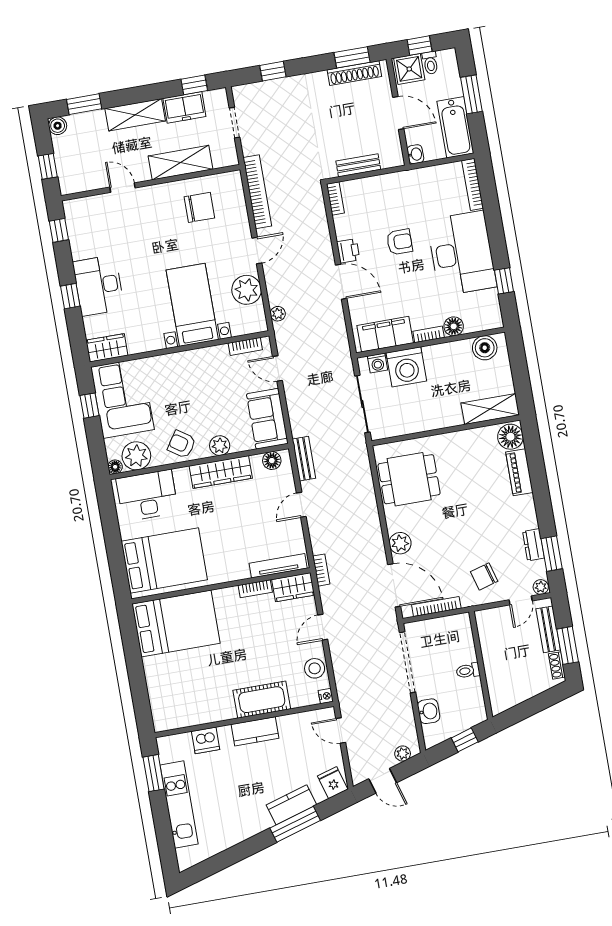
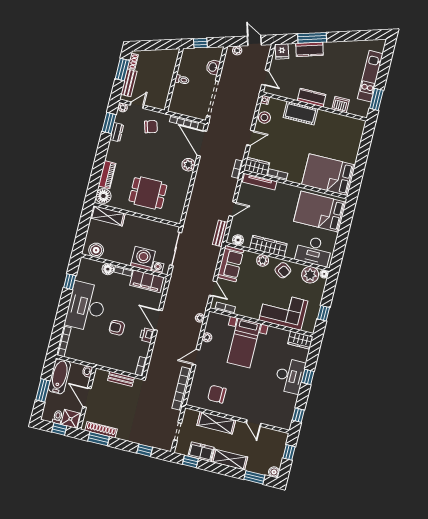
plant: (247, 290) -> (207, 337), width x0.53, depth x0.53
corner sofa: (122, 398) -> (283, 311), moved, turned 90
dining table: (409, 479) -> (148, 193), moved

